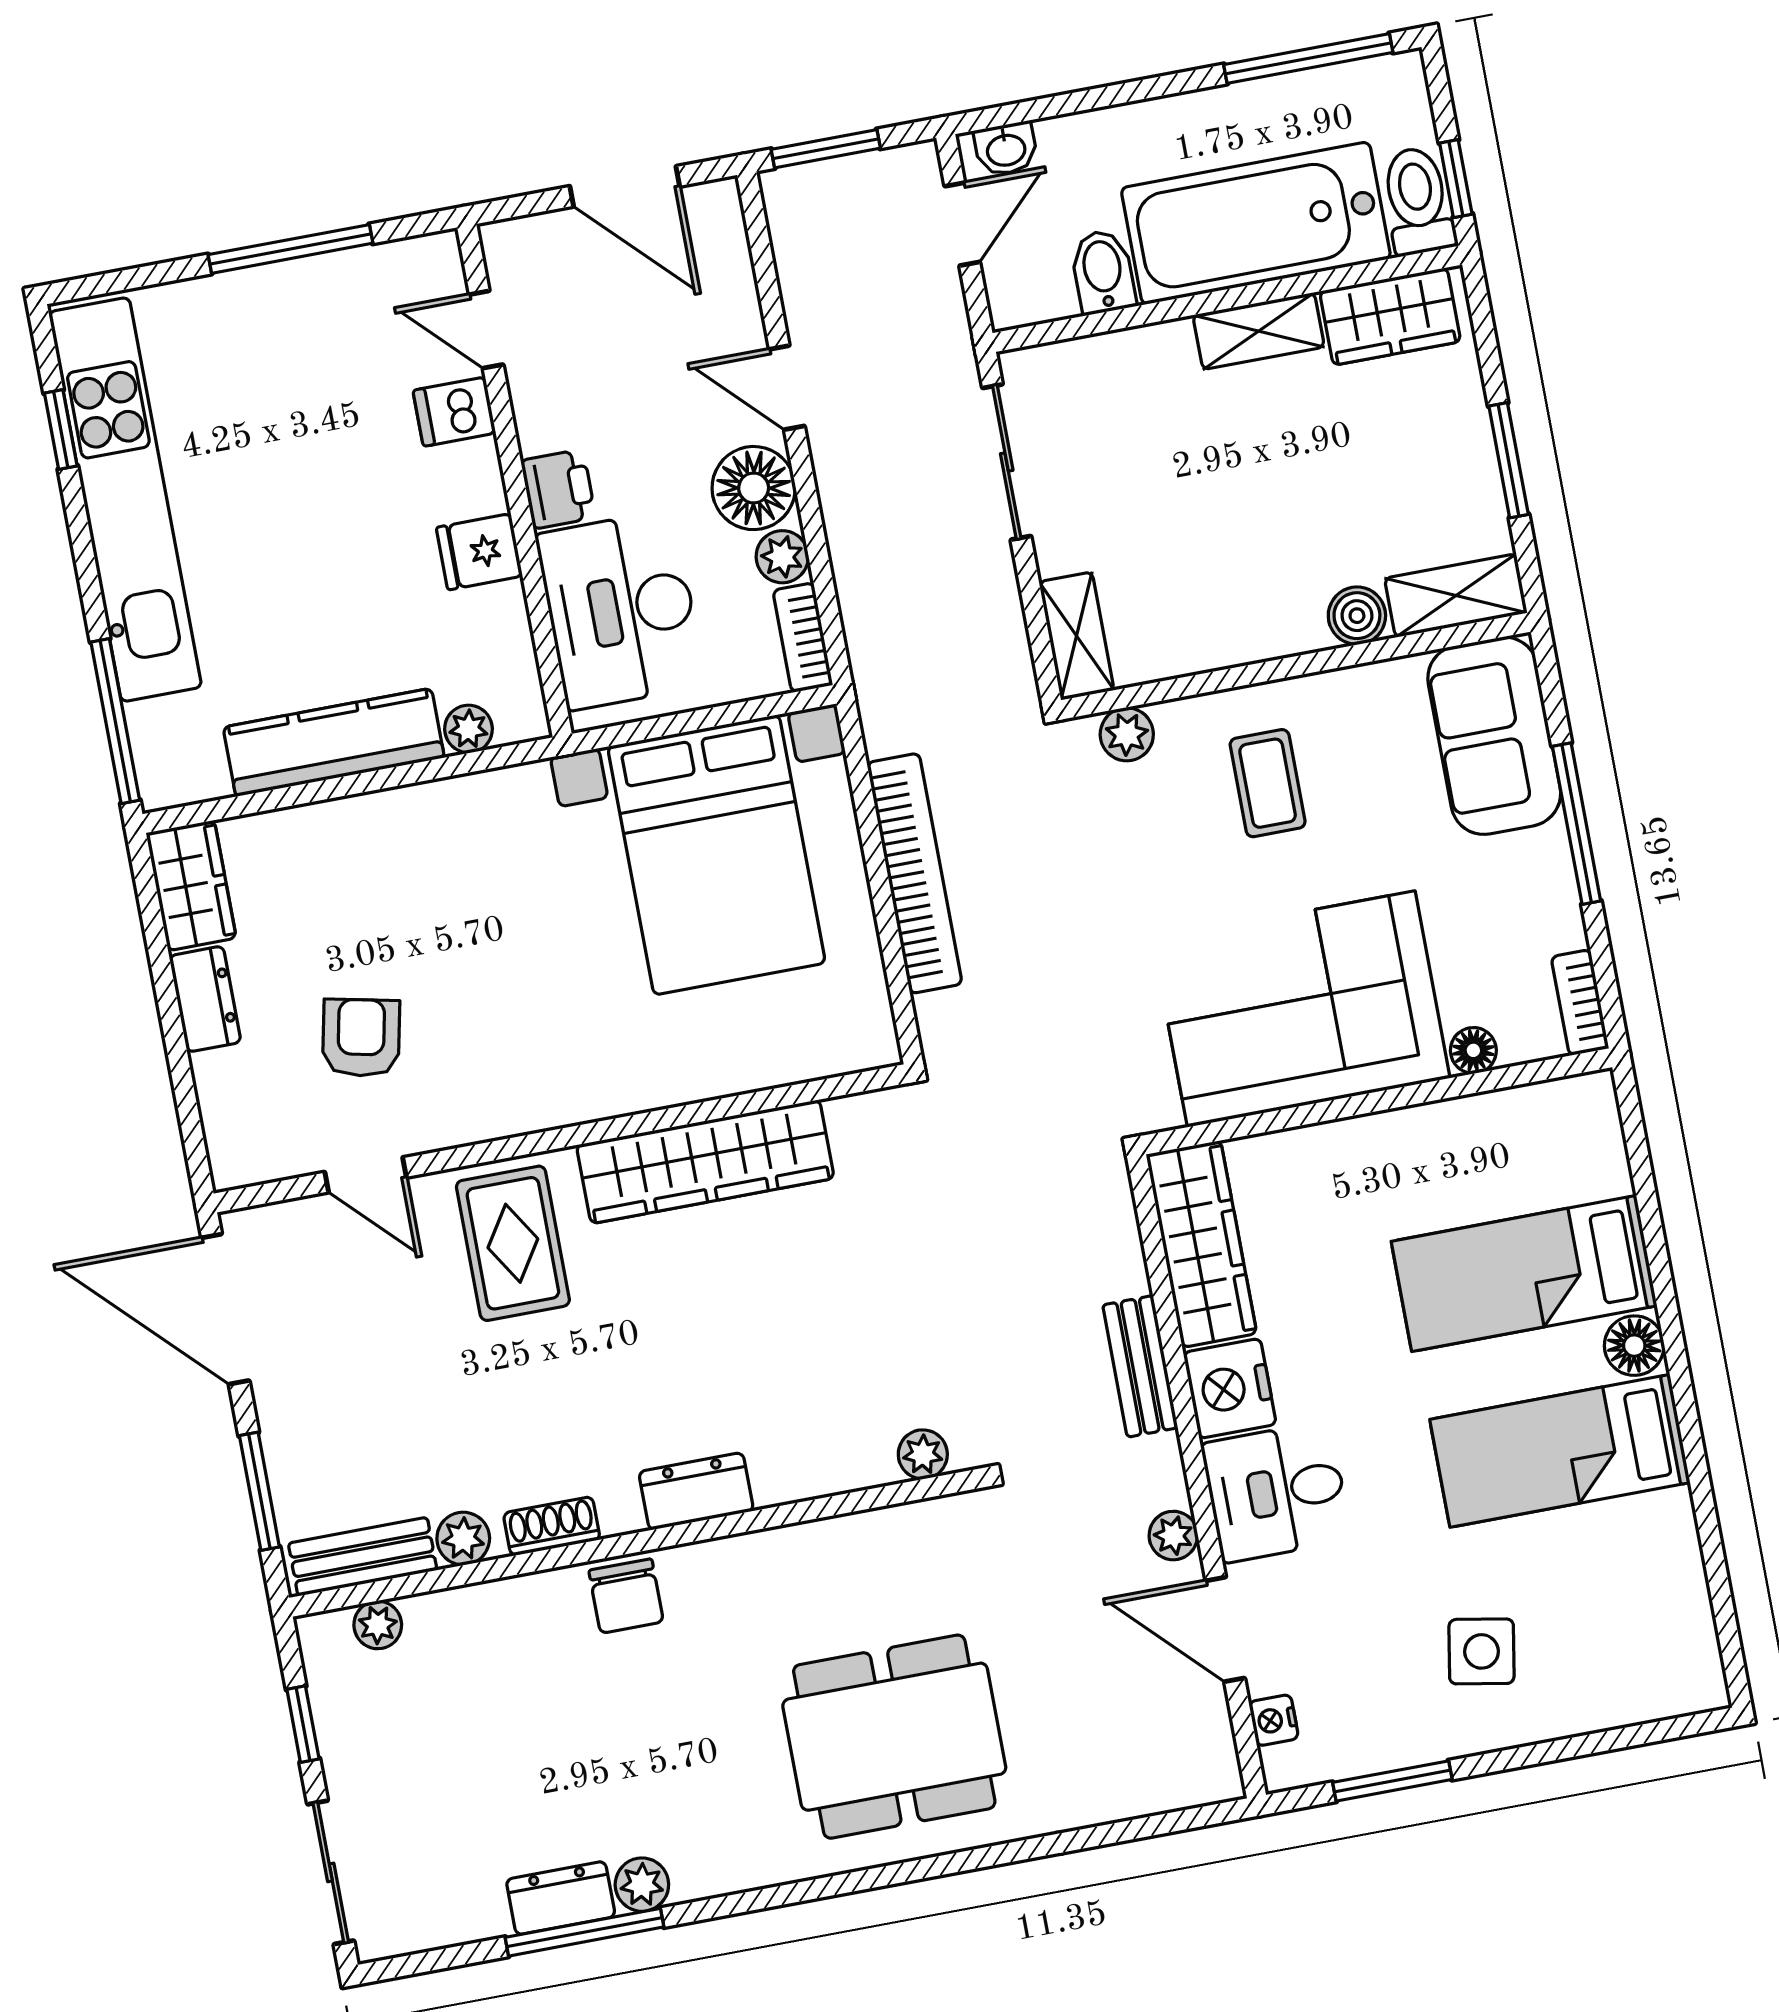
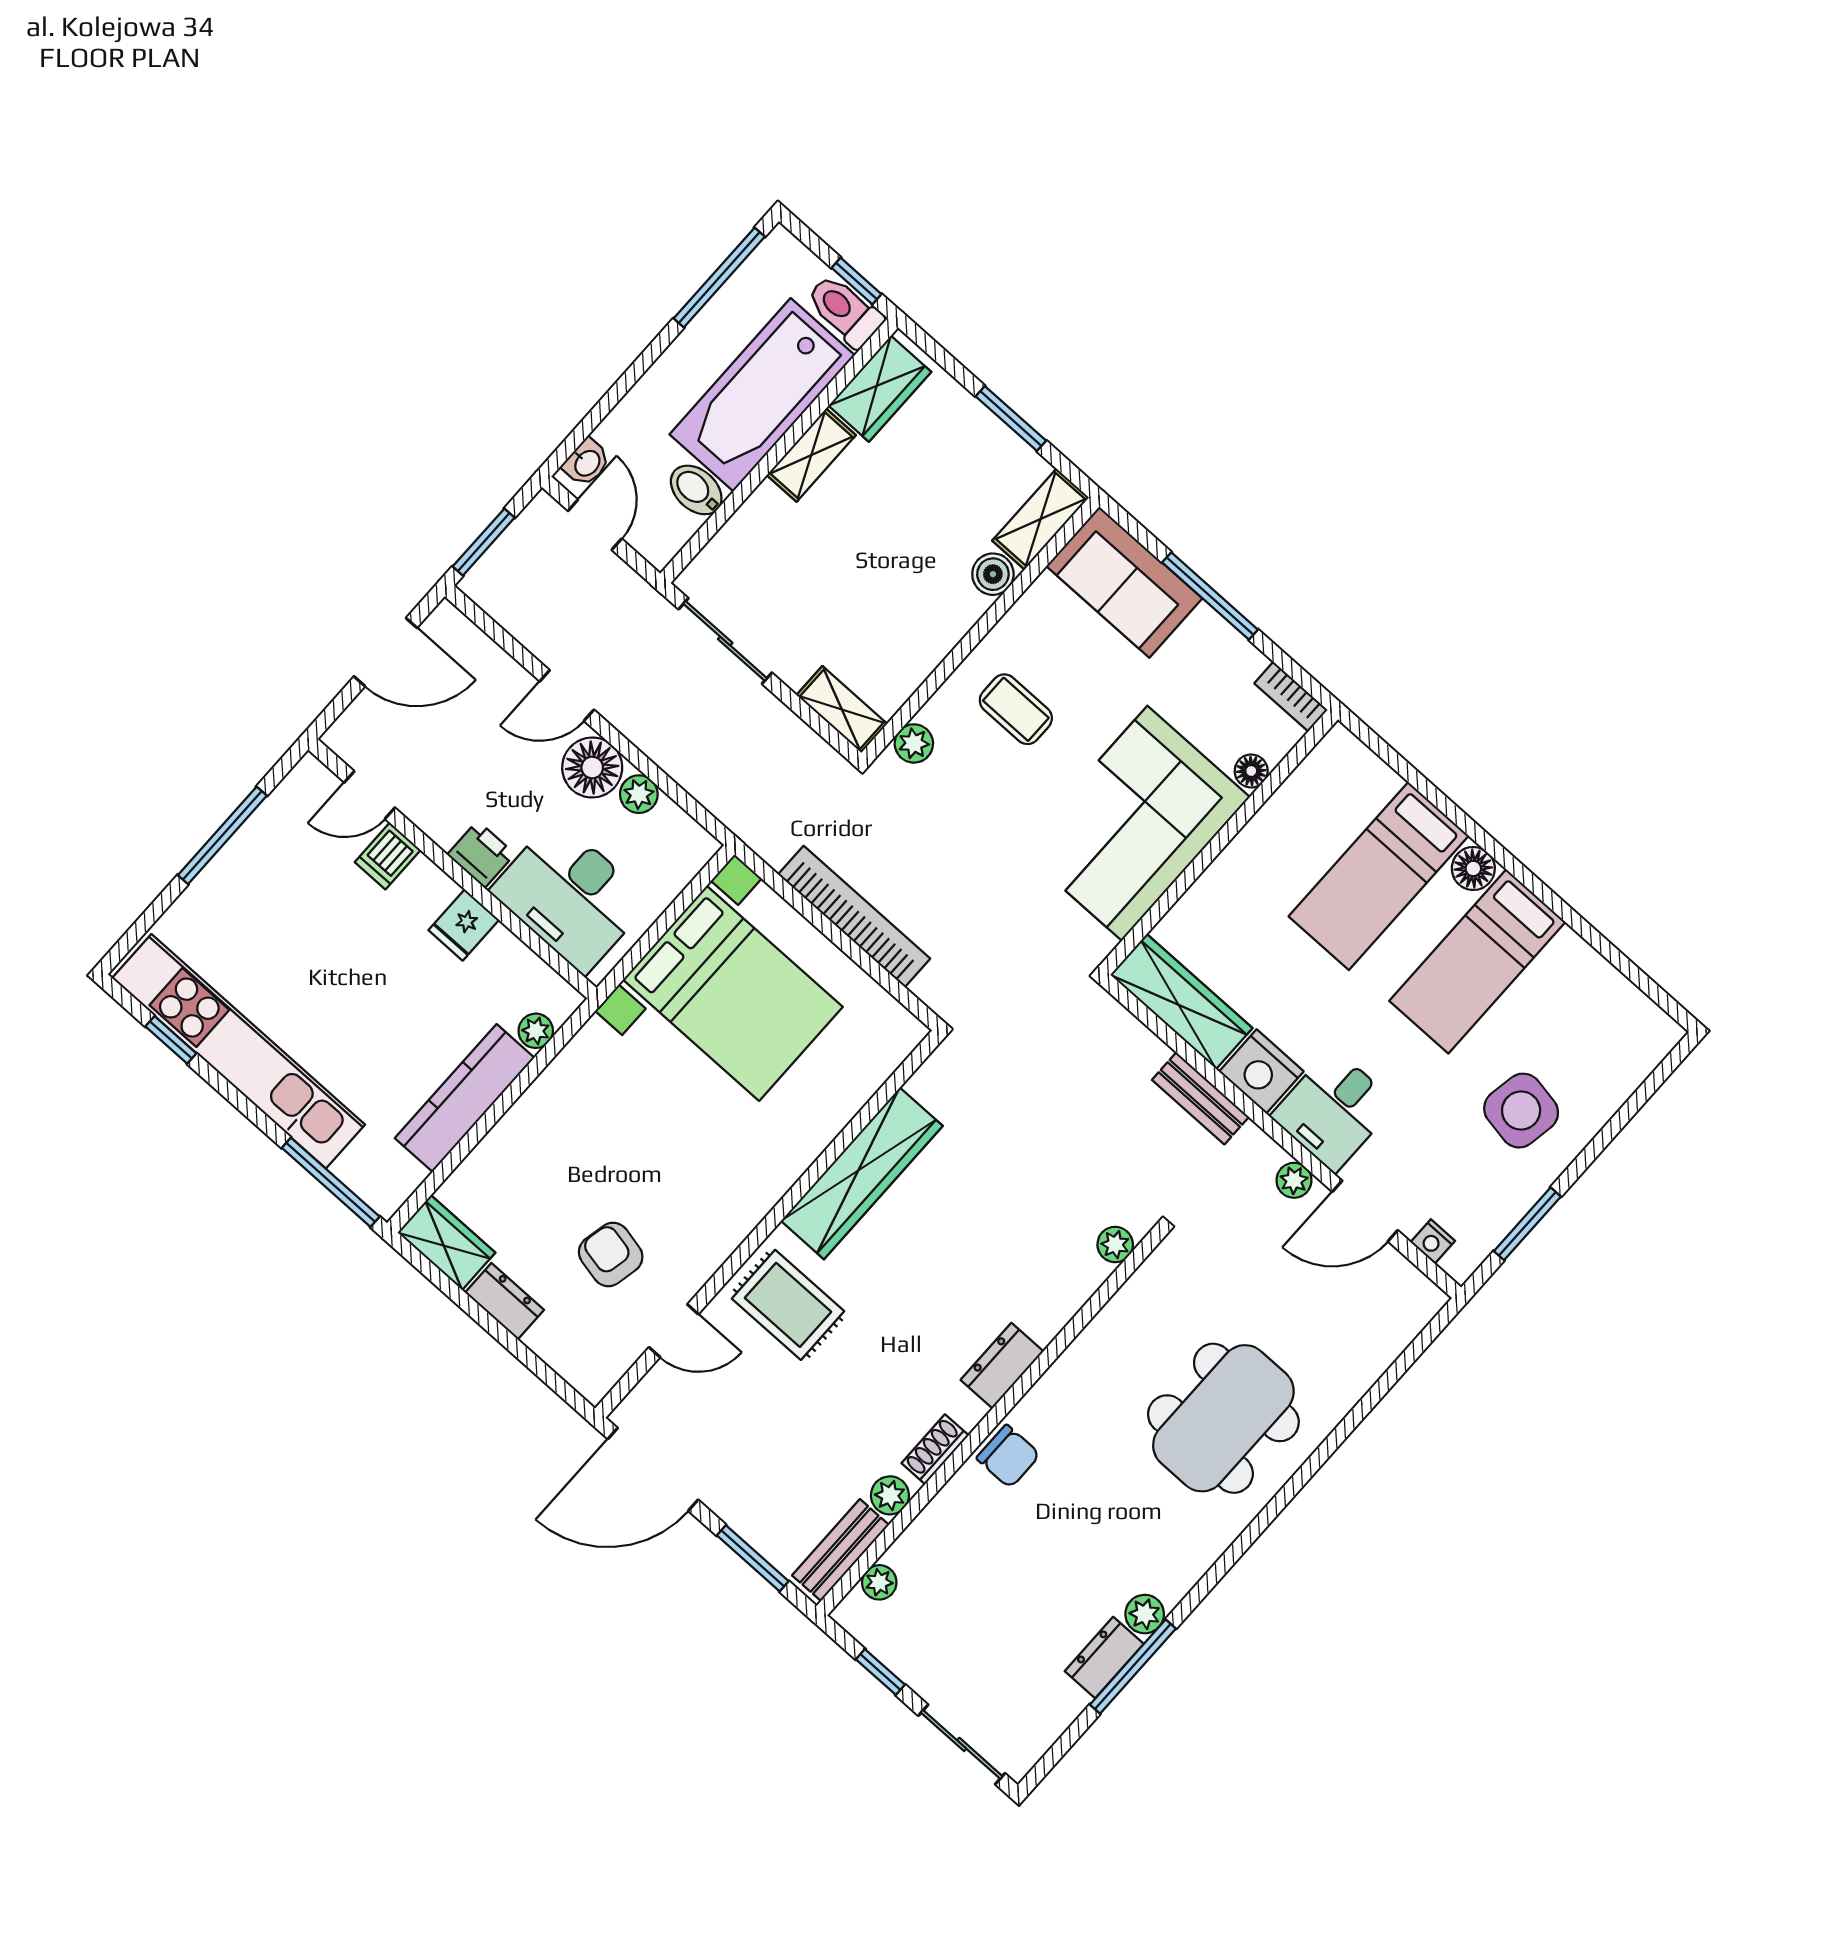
bookcase: (803, 638) -> (686, 831), removed
side table: (1482, 1651) -> (1521, 1111), width x1.37, depth x1.37

